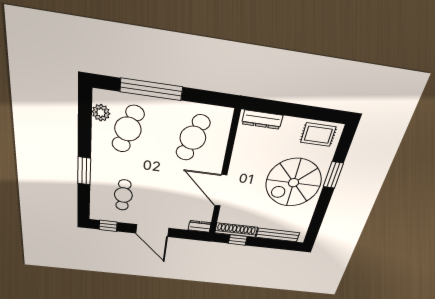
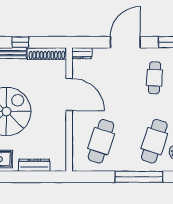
dresser: (262, 120) -> (34, 165), moved
door: (152, 231) -> (125, 42), hinge flipped
window: (238, 240) -> (20, 42), moved

